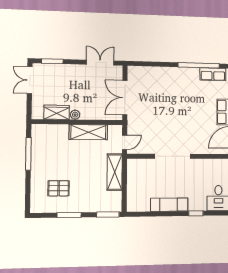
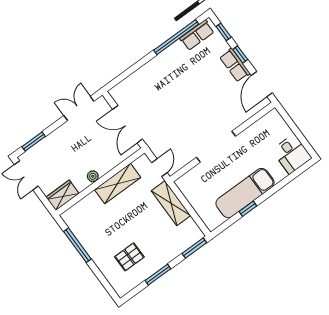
wardrobe: (57, 112) -> (62, 195), moved
exam couch: (169, 205) -> (245, 193), width x1.36, depth x1.45
window: (196, 213) -> (248, 209), moved

